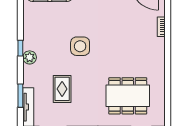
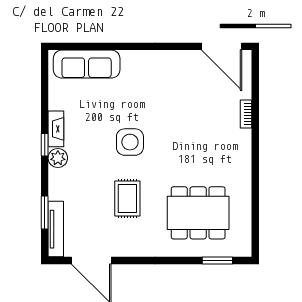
fireplace: (28, 37) -> (56, 129), added
rug: (62, 89) -> (127, 198), moved

